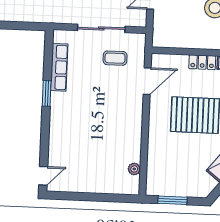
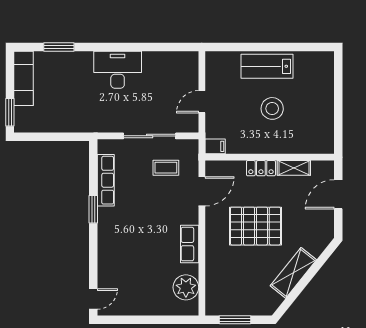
filing cabinet: (161, 40) -> (215, 146), added
row of seats: (134, 129) -> (190, 244), added
plant: (134, 169) -> (186, 287), width x1.88, depth x1.88

